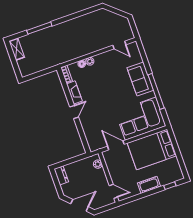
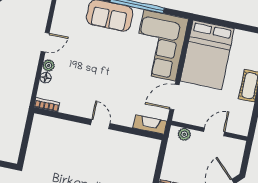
door: (119, 45) -> (45, 42), moved
fireplace: (74, 92) -> (150, 125), moved
door: (113, 191) -> (214, 132), moved

